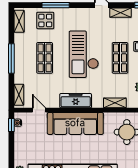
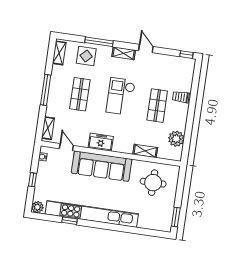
shelving: (120, 13) -> (124, 53), moved
checkout: (84, 54) -> (121, 96), width x0.73, depth x0.83
freezer: (76, 101) -> (101, 142), width x0.71
window: (11, 125) -> (33, 180), moved

